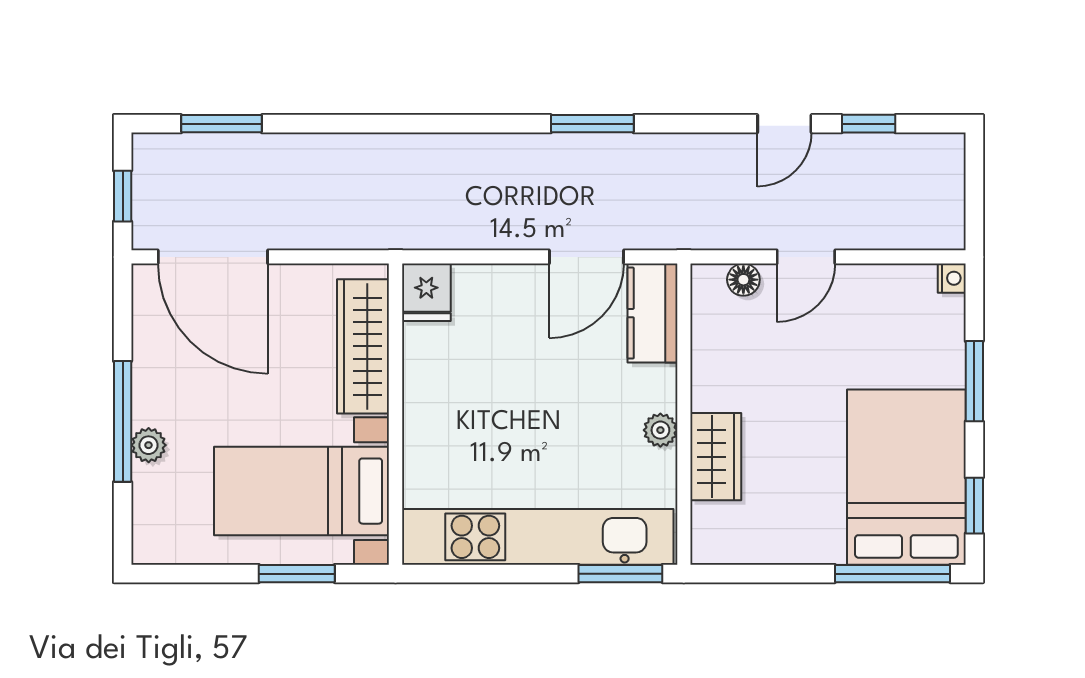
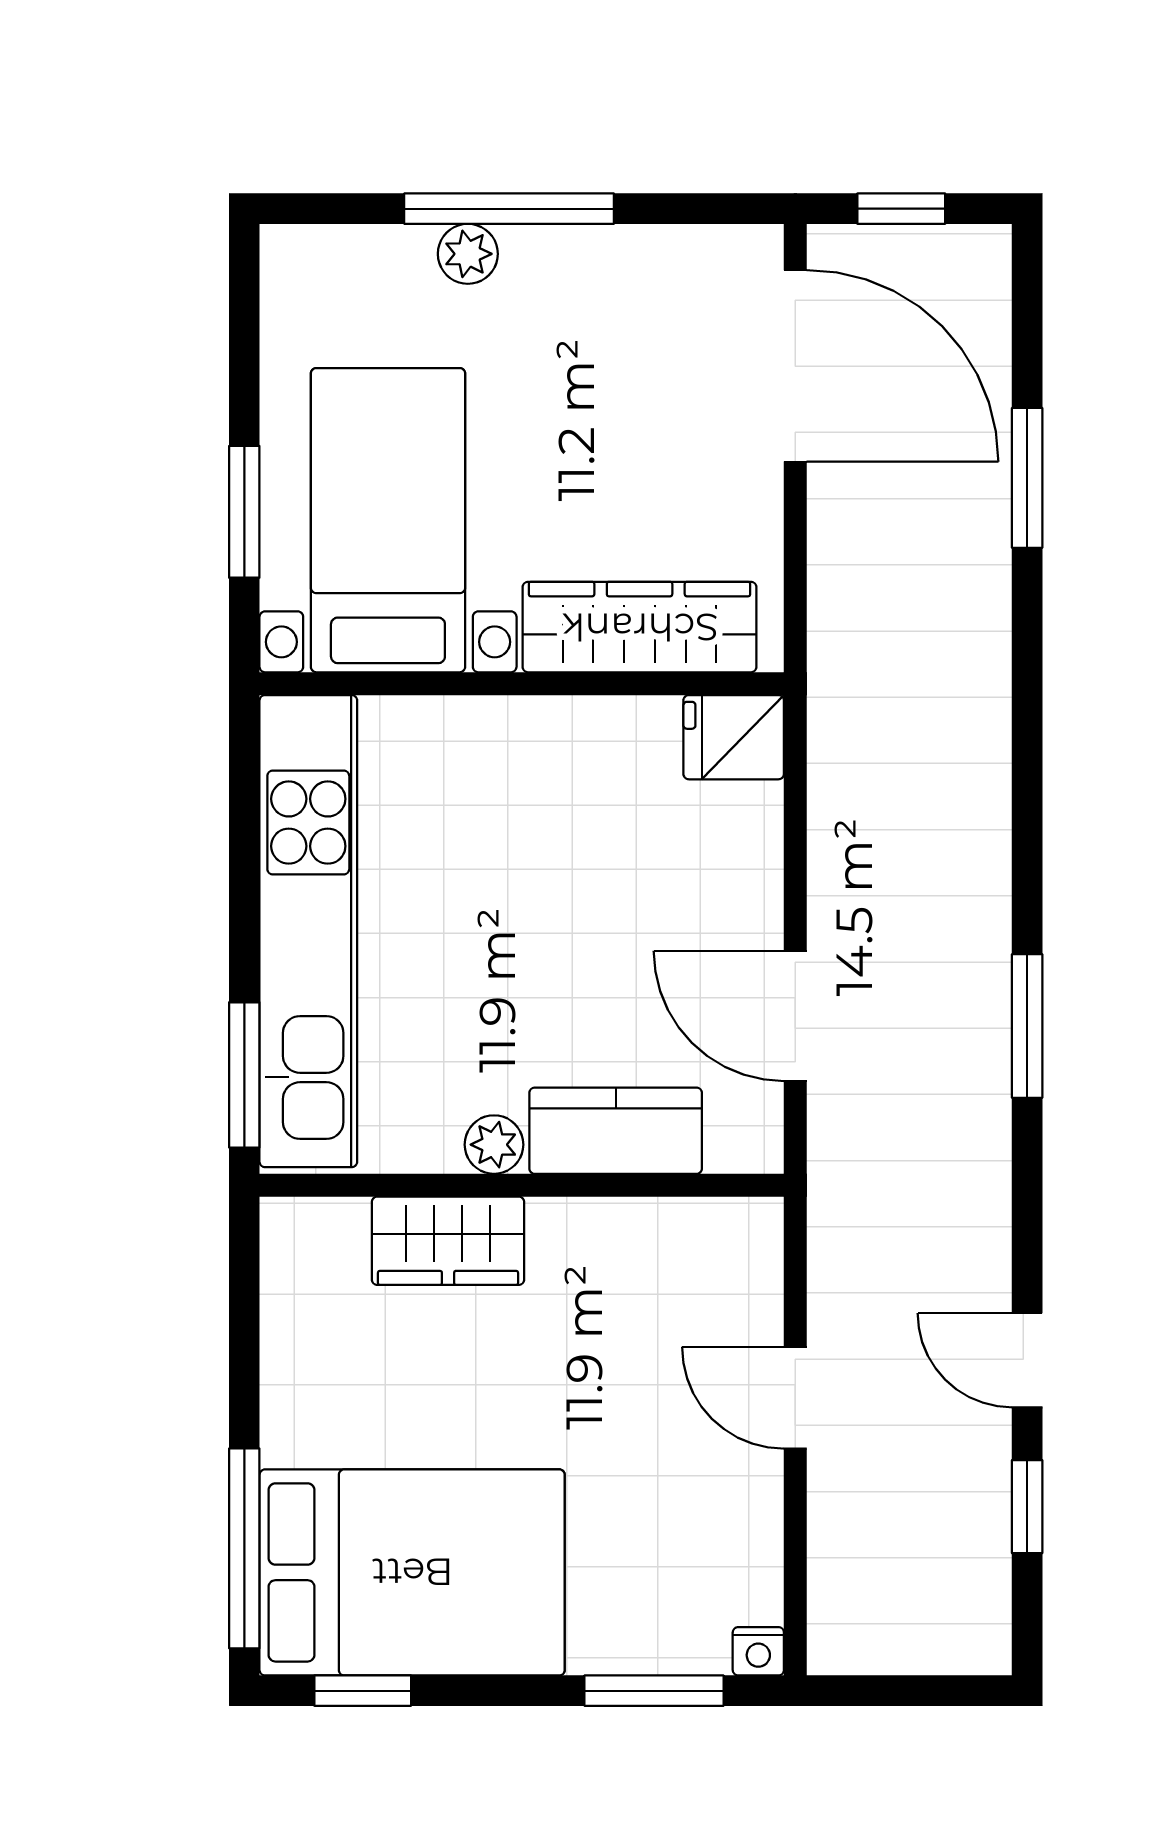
window: (222, 124) -> (1027, 478), moved
door: (213, 257) -> (795, 366), swing flipped
floor lamp: (743, 280) -> (756, 1289), removed
kitchen counter: (652, 313) -> (616, 1131), moved
window: (974, 381) -> (654, 1691), moved

